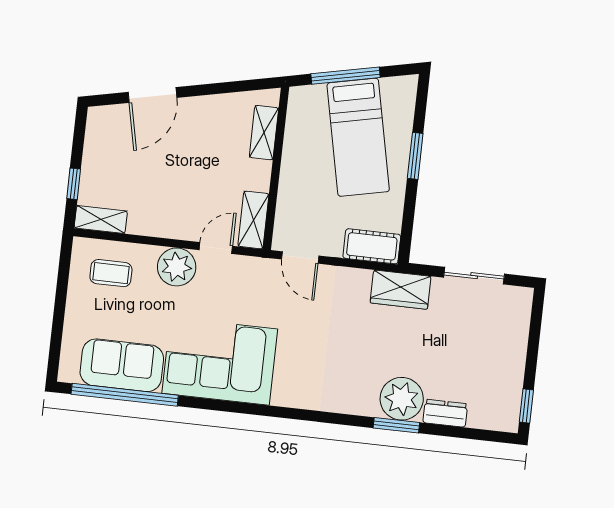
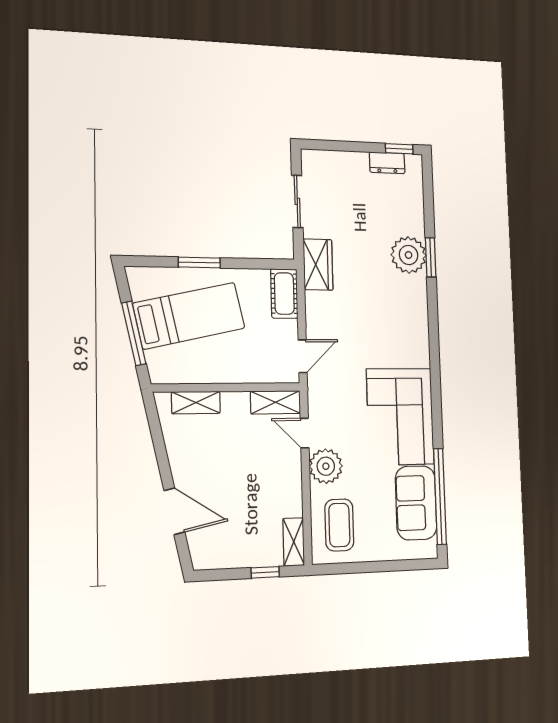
coffee table: (111, 273) -> (339, 525), width x1.36, depth x1.30
dresser: (445, 413) -> (387, 163), moved, turned -90

